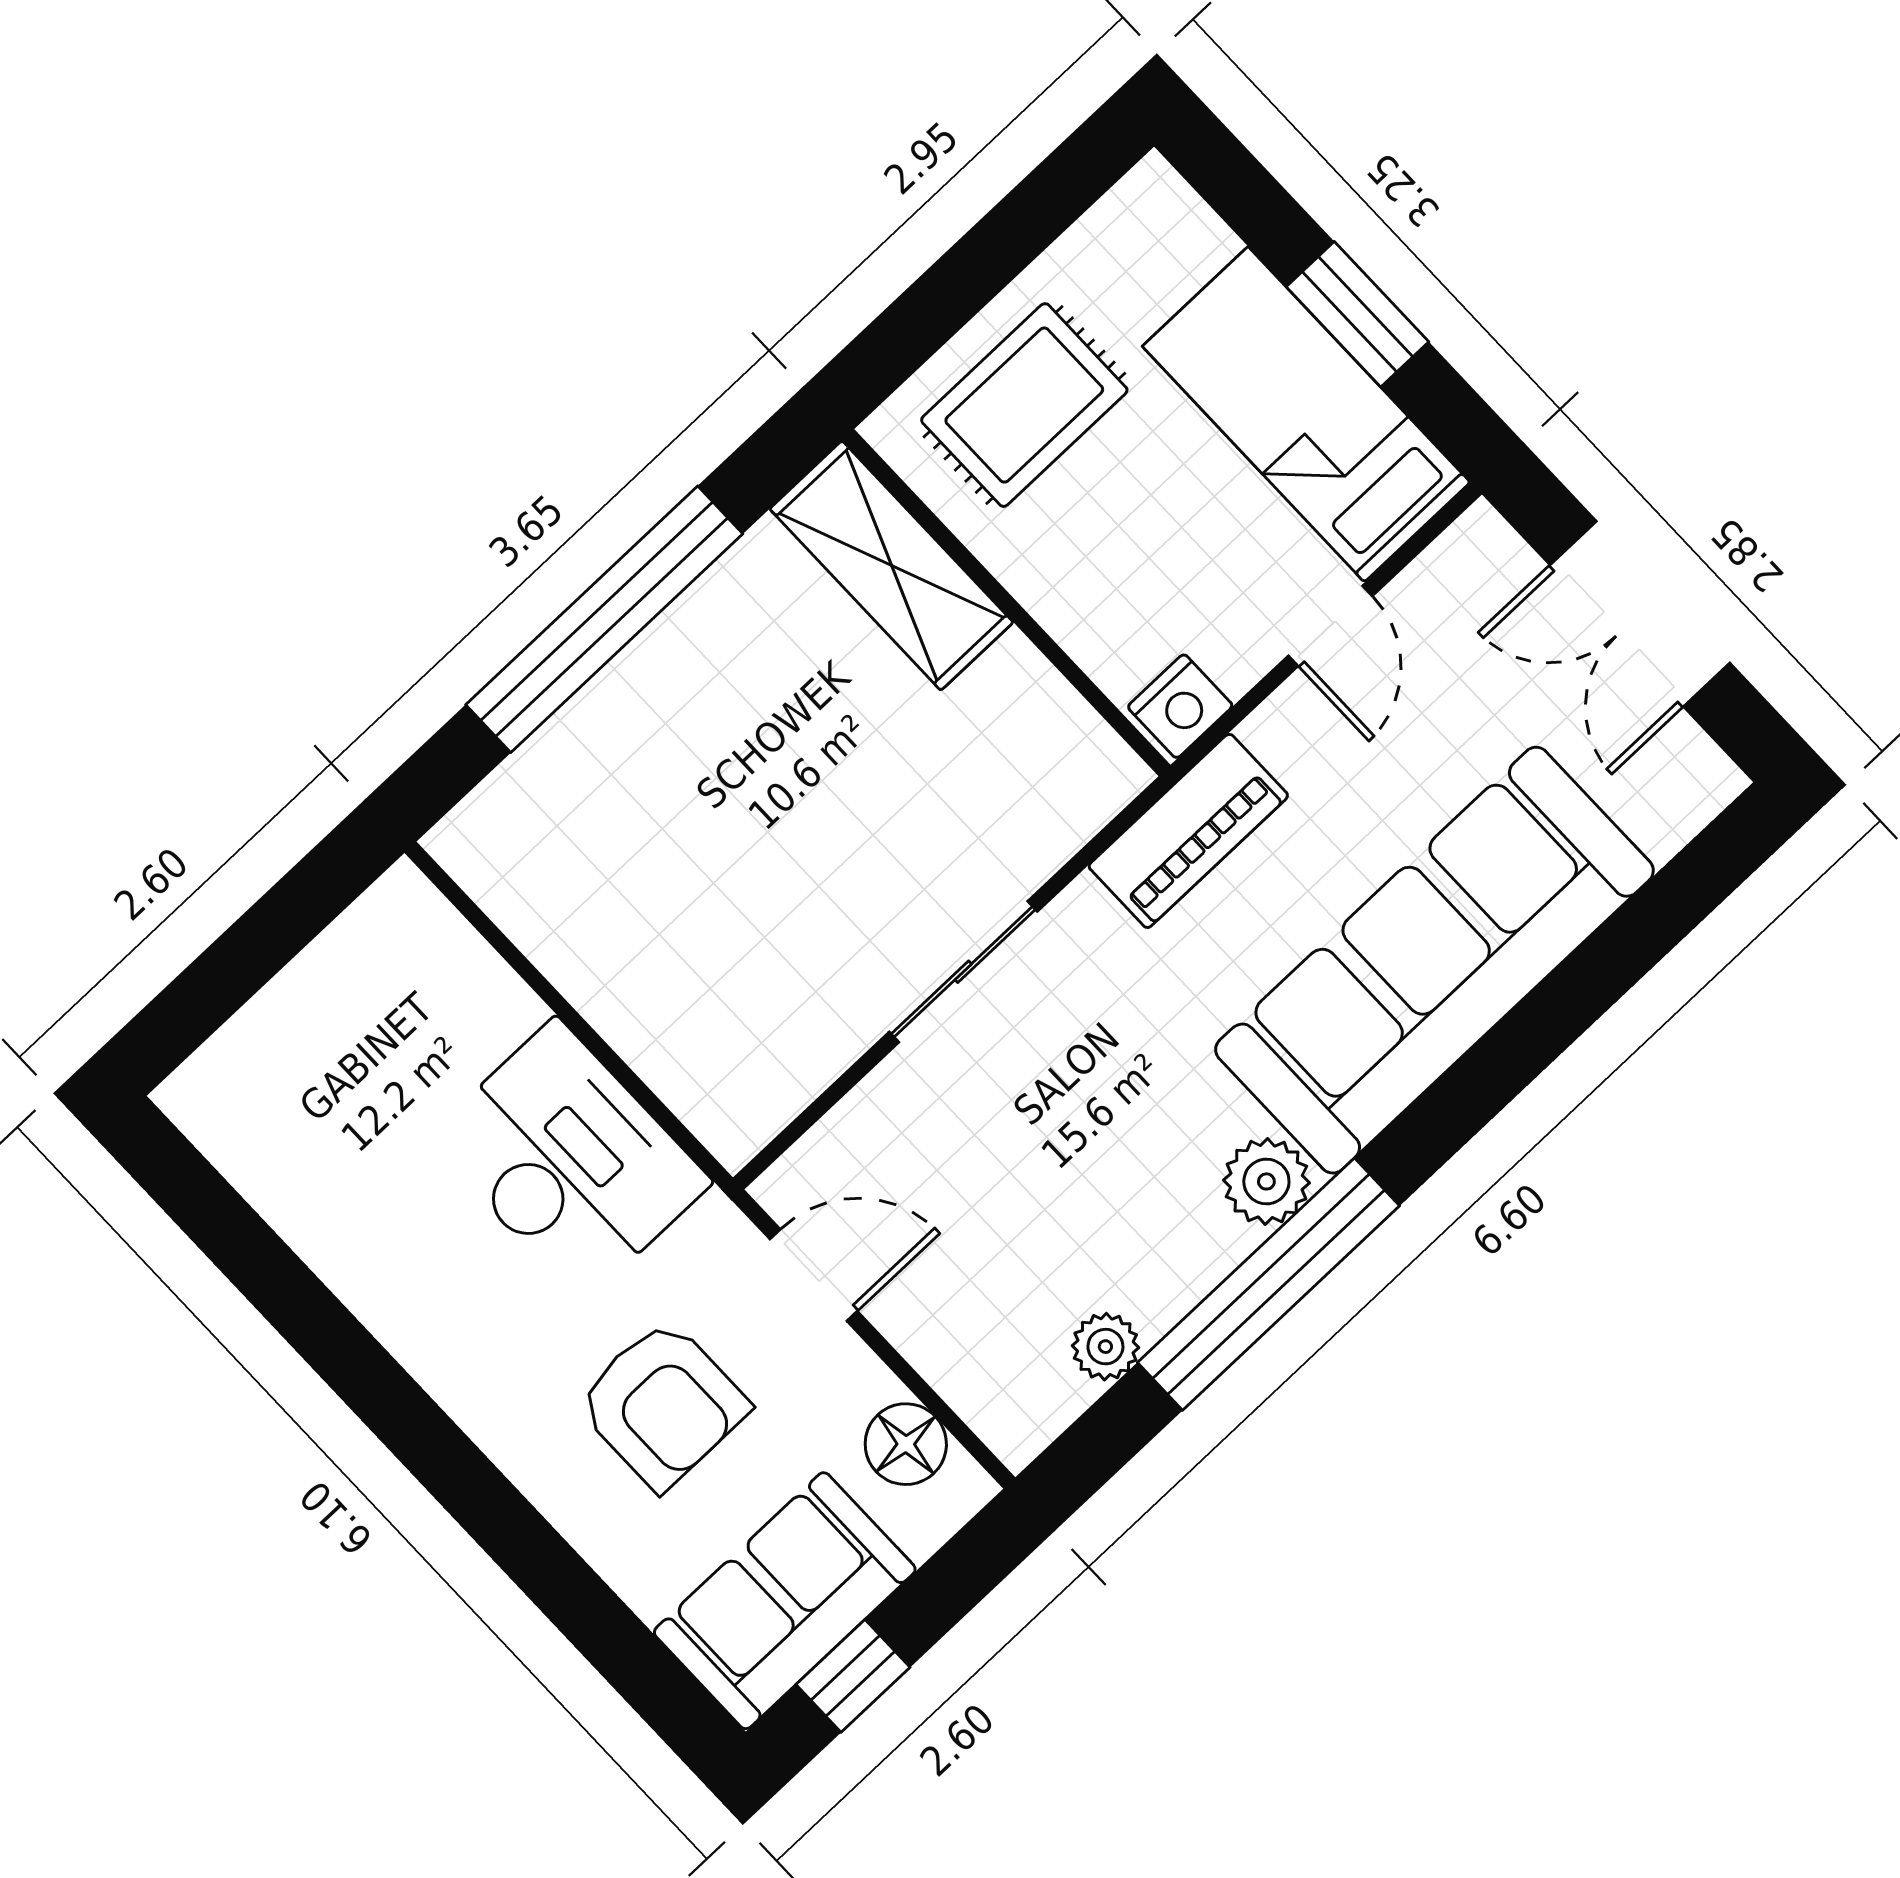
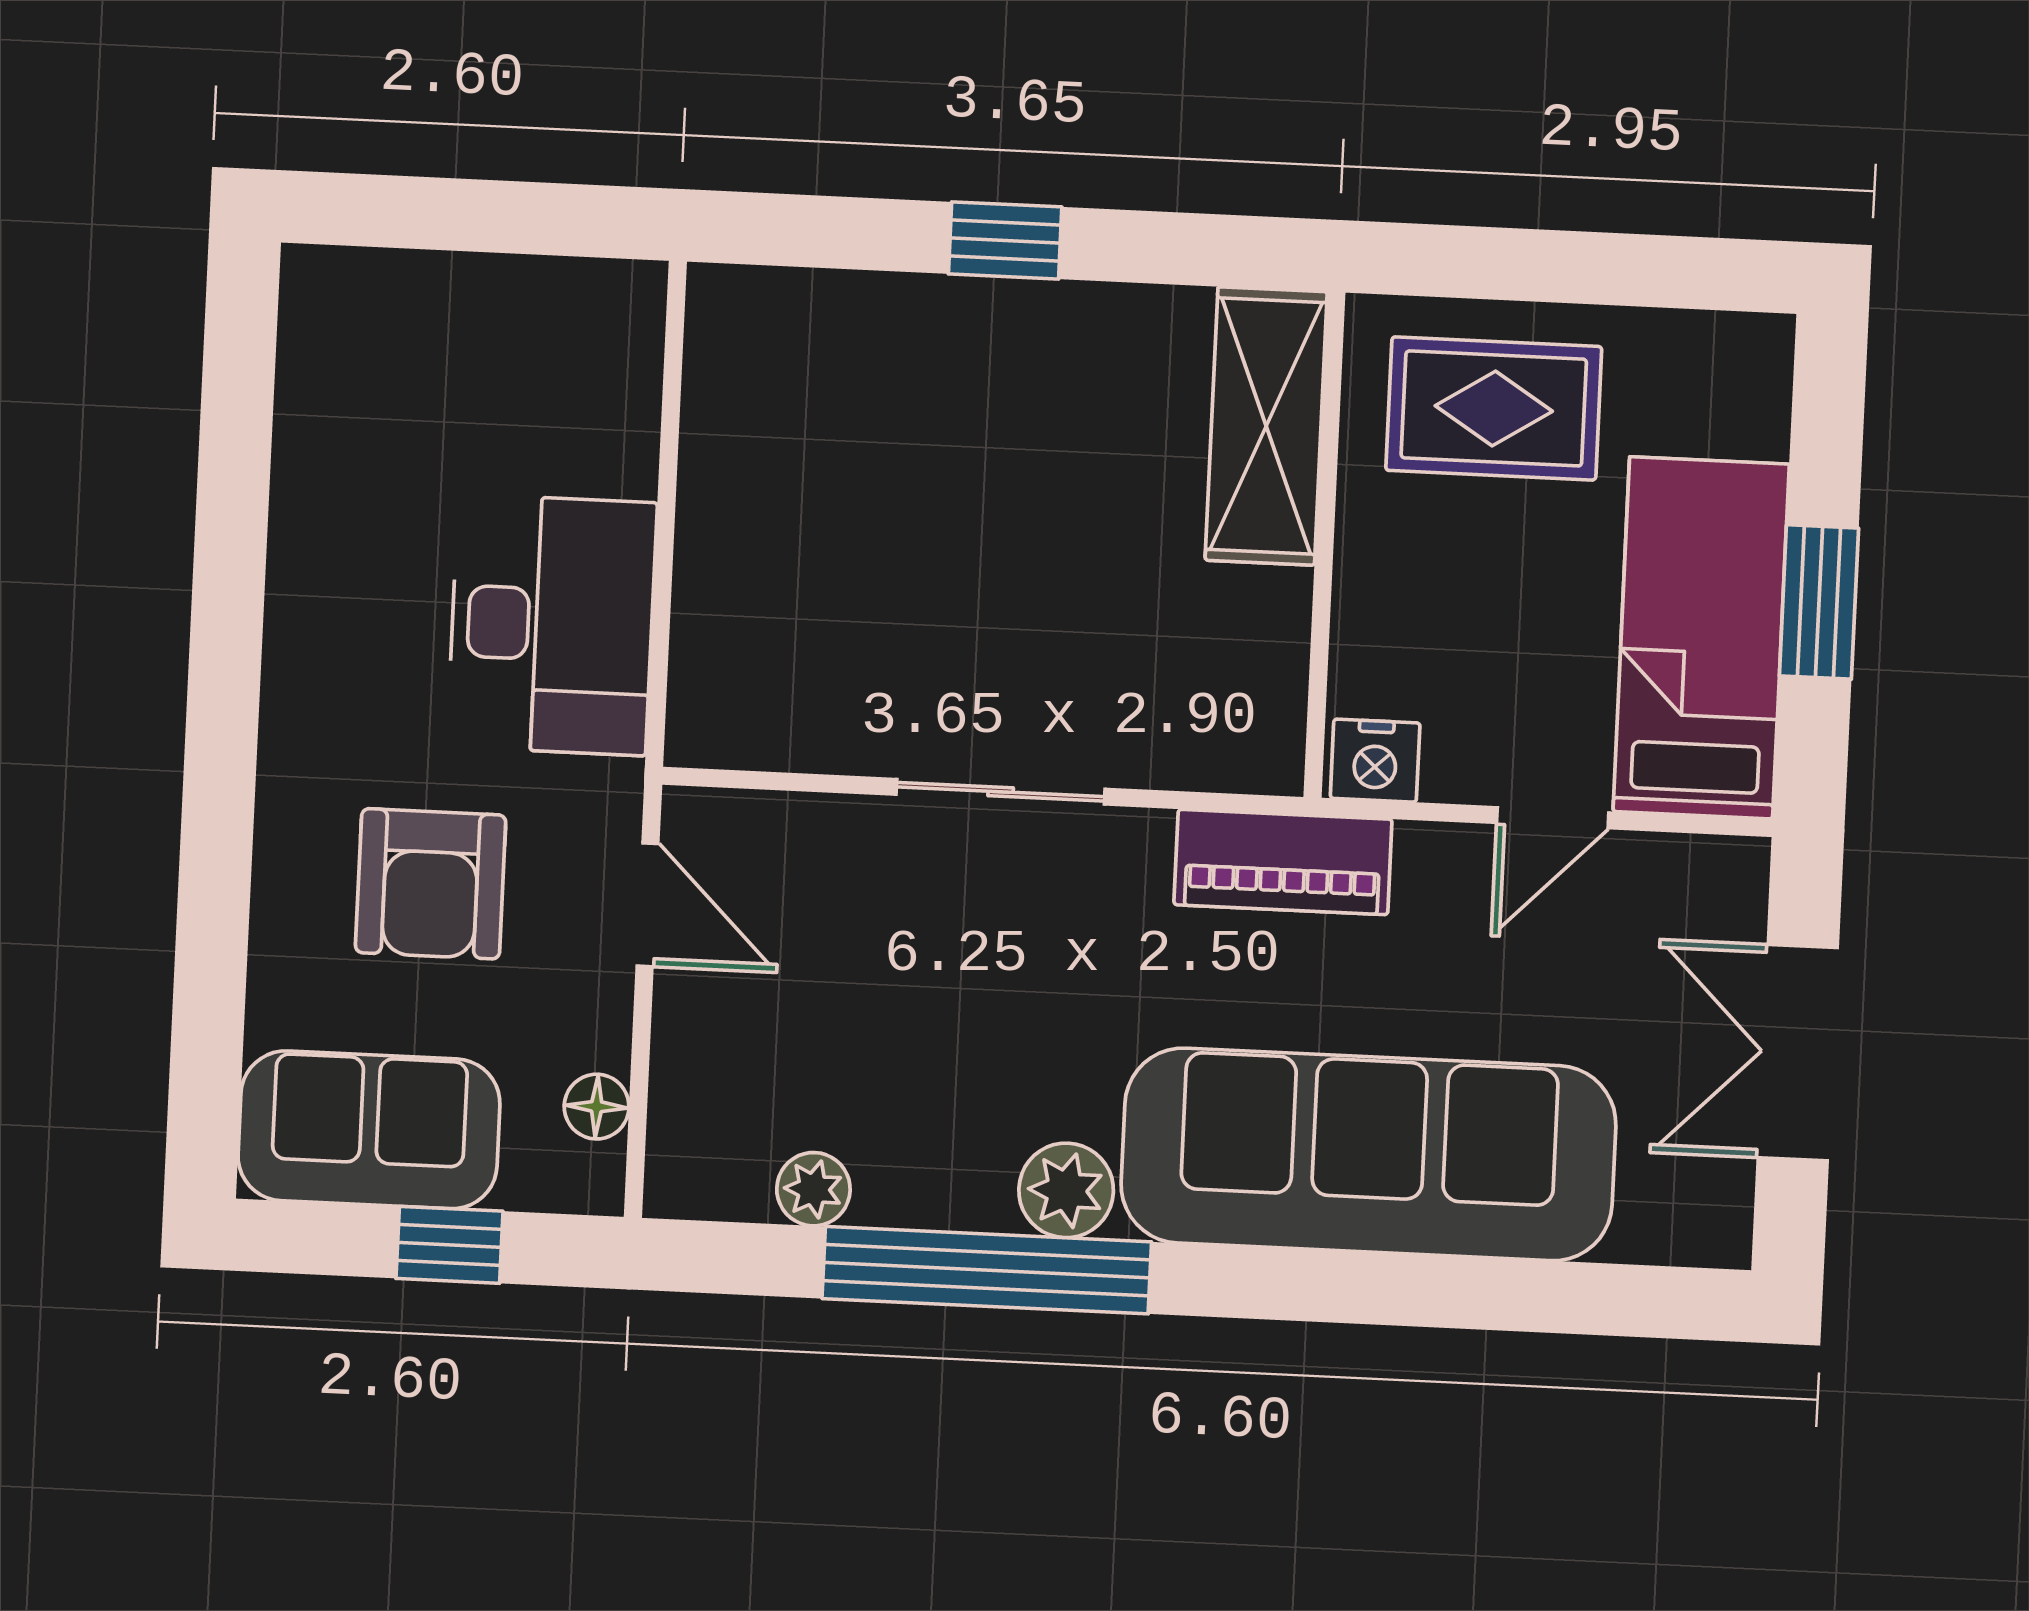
window: (604, 619) -> (1005, 240), width x0.32
floor lamp: (906, 1444) -> (597, 1107), width x0.73, depth x0.73
window: (853, 1676) -> (449, 1245), moved

